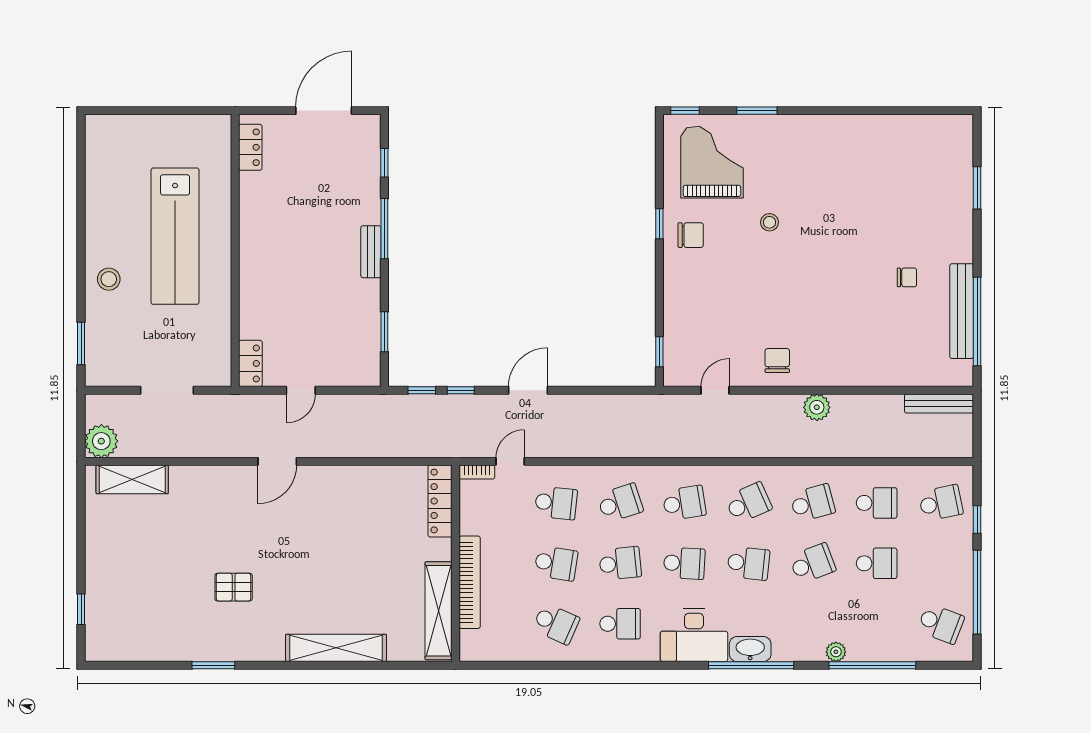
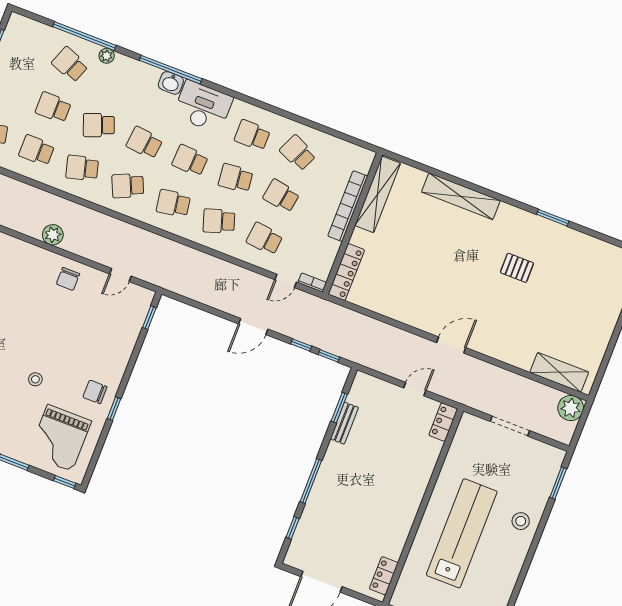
bench: (371, 252) -> (344, 423), moved
school desk: (941, 624) -> (70, 64), moved
washbasin: (750, 649) -> (171, 83), width x0.72

